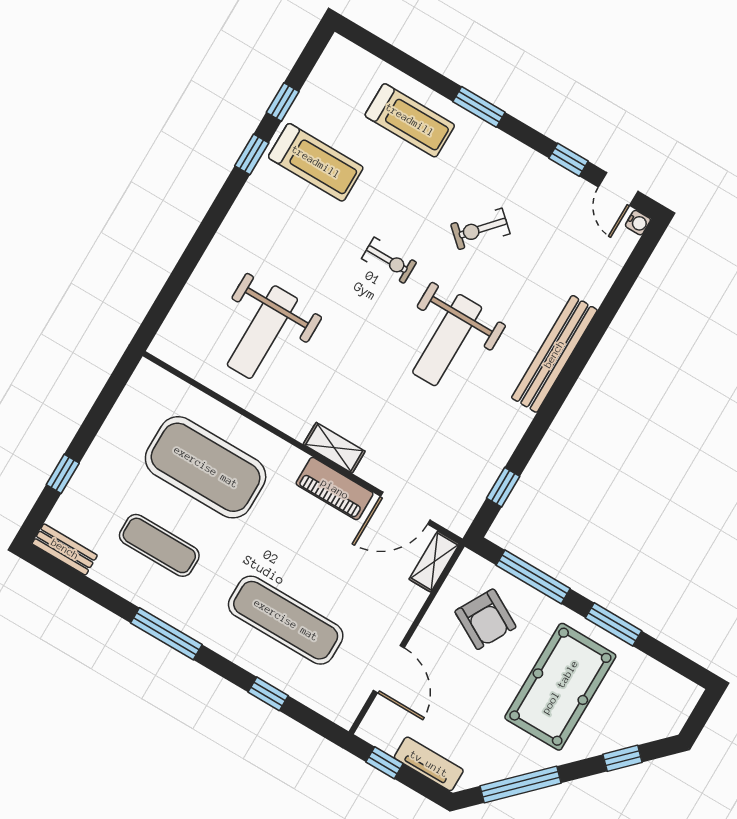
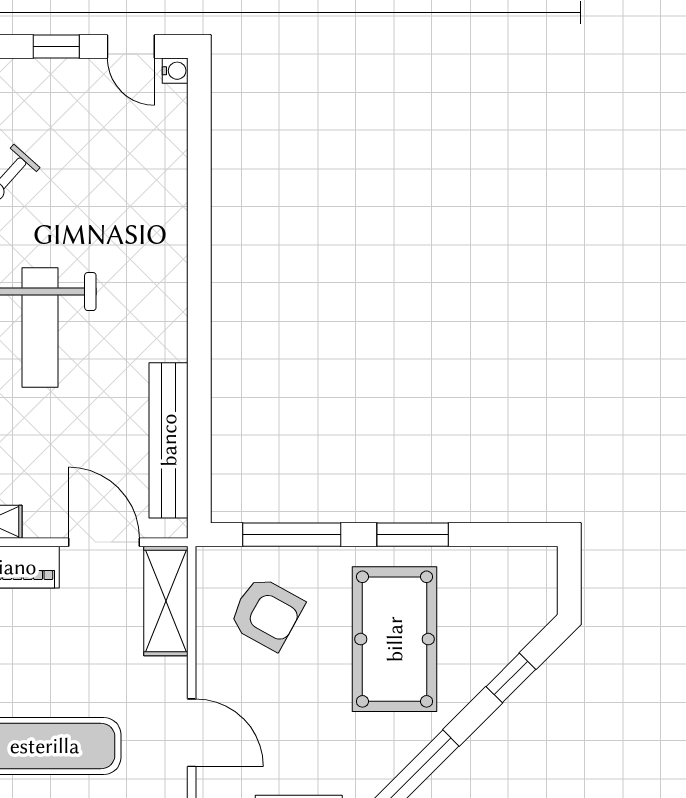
bench: (554, 354) -> (169, 440), moved
window: (503, 487) -> (199, 455), removed
door: (405, 508) -> (104, 542), swing flipped
shelving: (434, 561) -> (166, 601), width x1.50, depth x1.33

